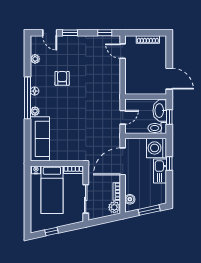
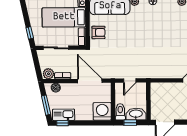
armchair: (62, 78) -> (98, 32), moved
door: (123, 117) -> (130, 81), hinge flipped
window: (169, 164) -> (63, 123), moved
kitchen sink: (160, 171) -> (64, 115), moved
window: (51, 232) -> (30, 33), moved

